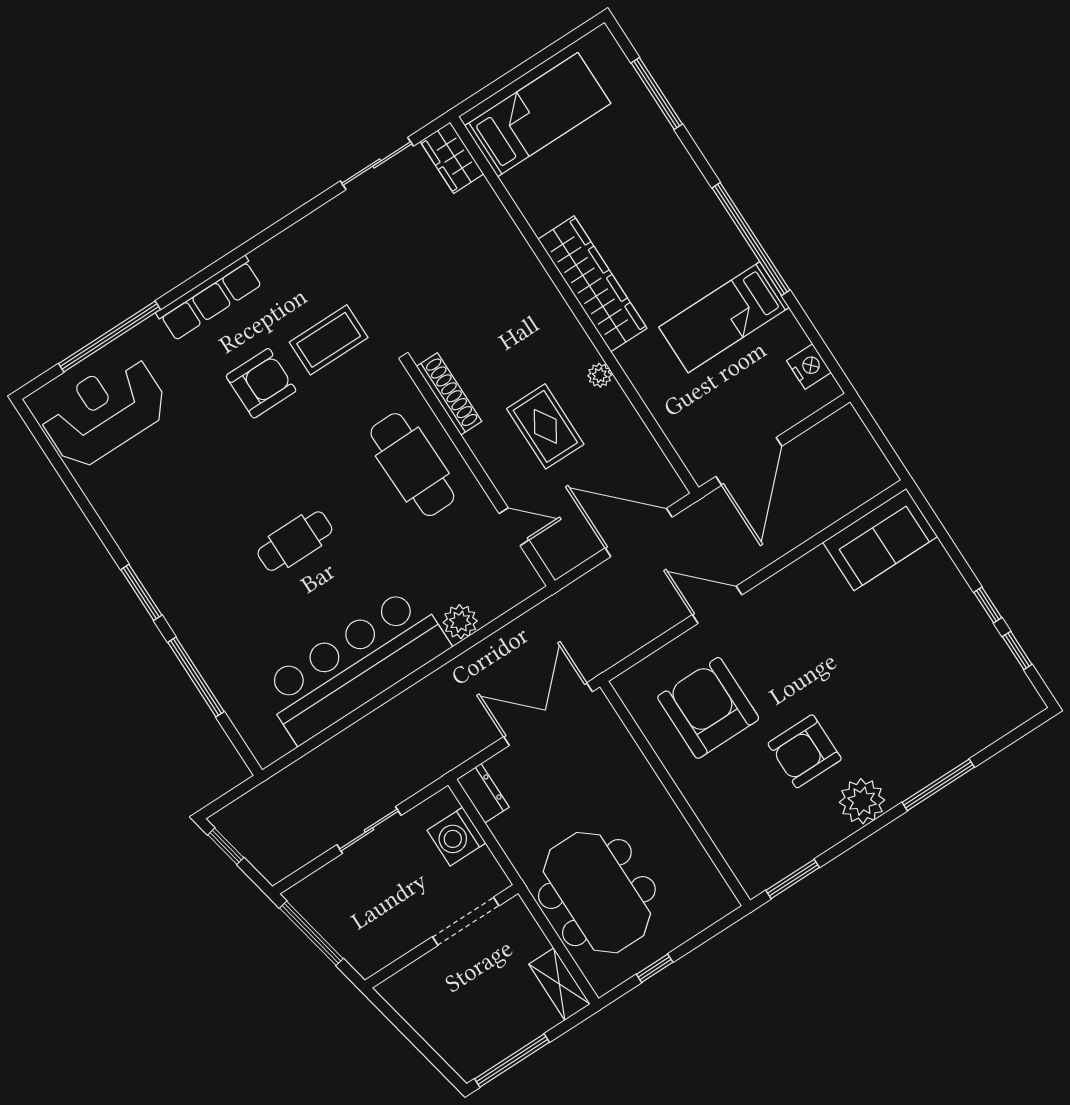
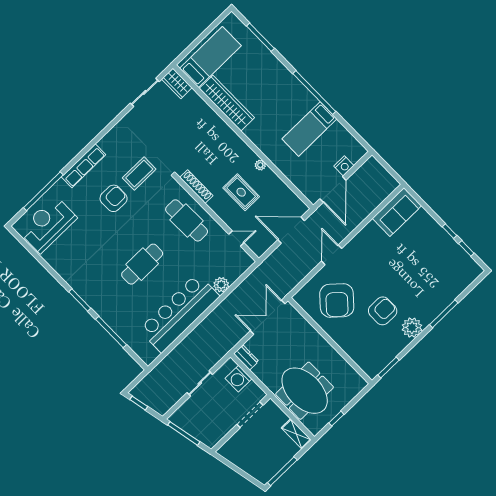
wardrobe: (592, 284) -> (227, 103), moved
nightstand: (809, 367) -> (344, 166), moved, turned 90
cafe table: (295, 541) -> (142, 264), width x1.37, depth x1.35
door: (717, 605) -> (332, 255), hinge flipped
armchair: (708, 708) -> (337, 300), turned -138
armchair: (805, 751) -> (383, 311), turned 180

